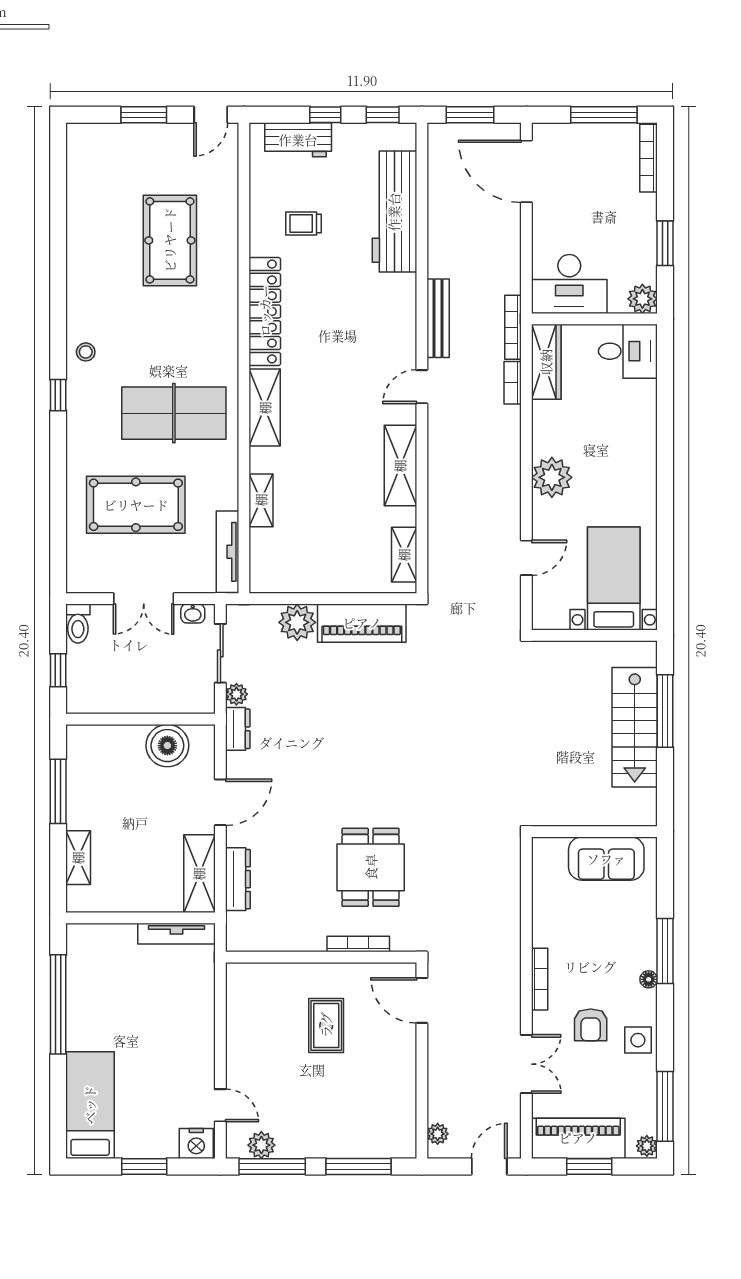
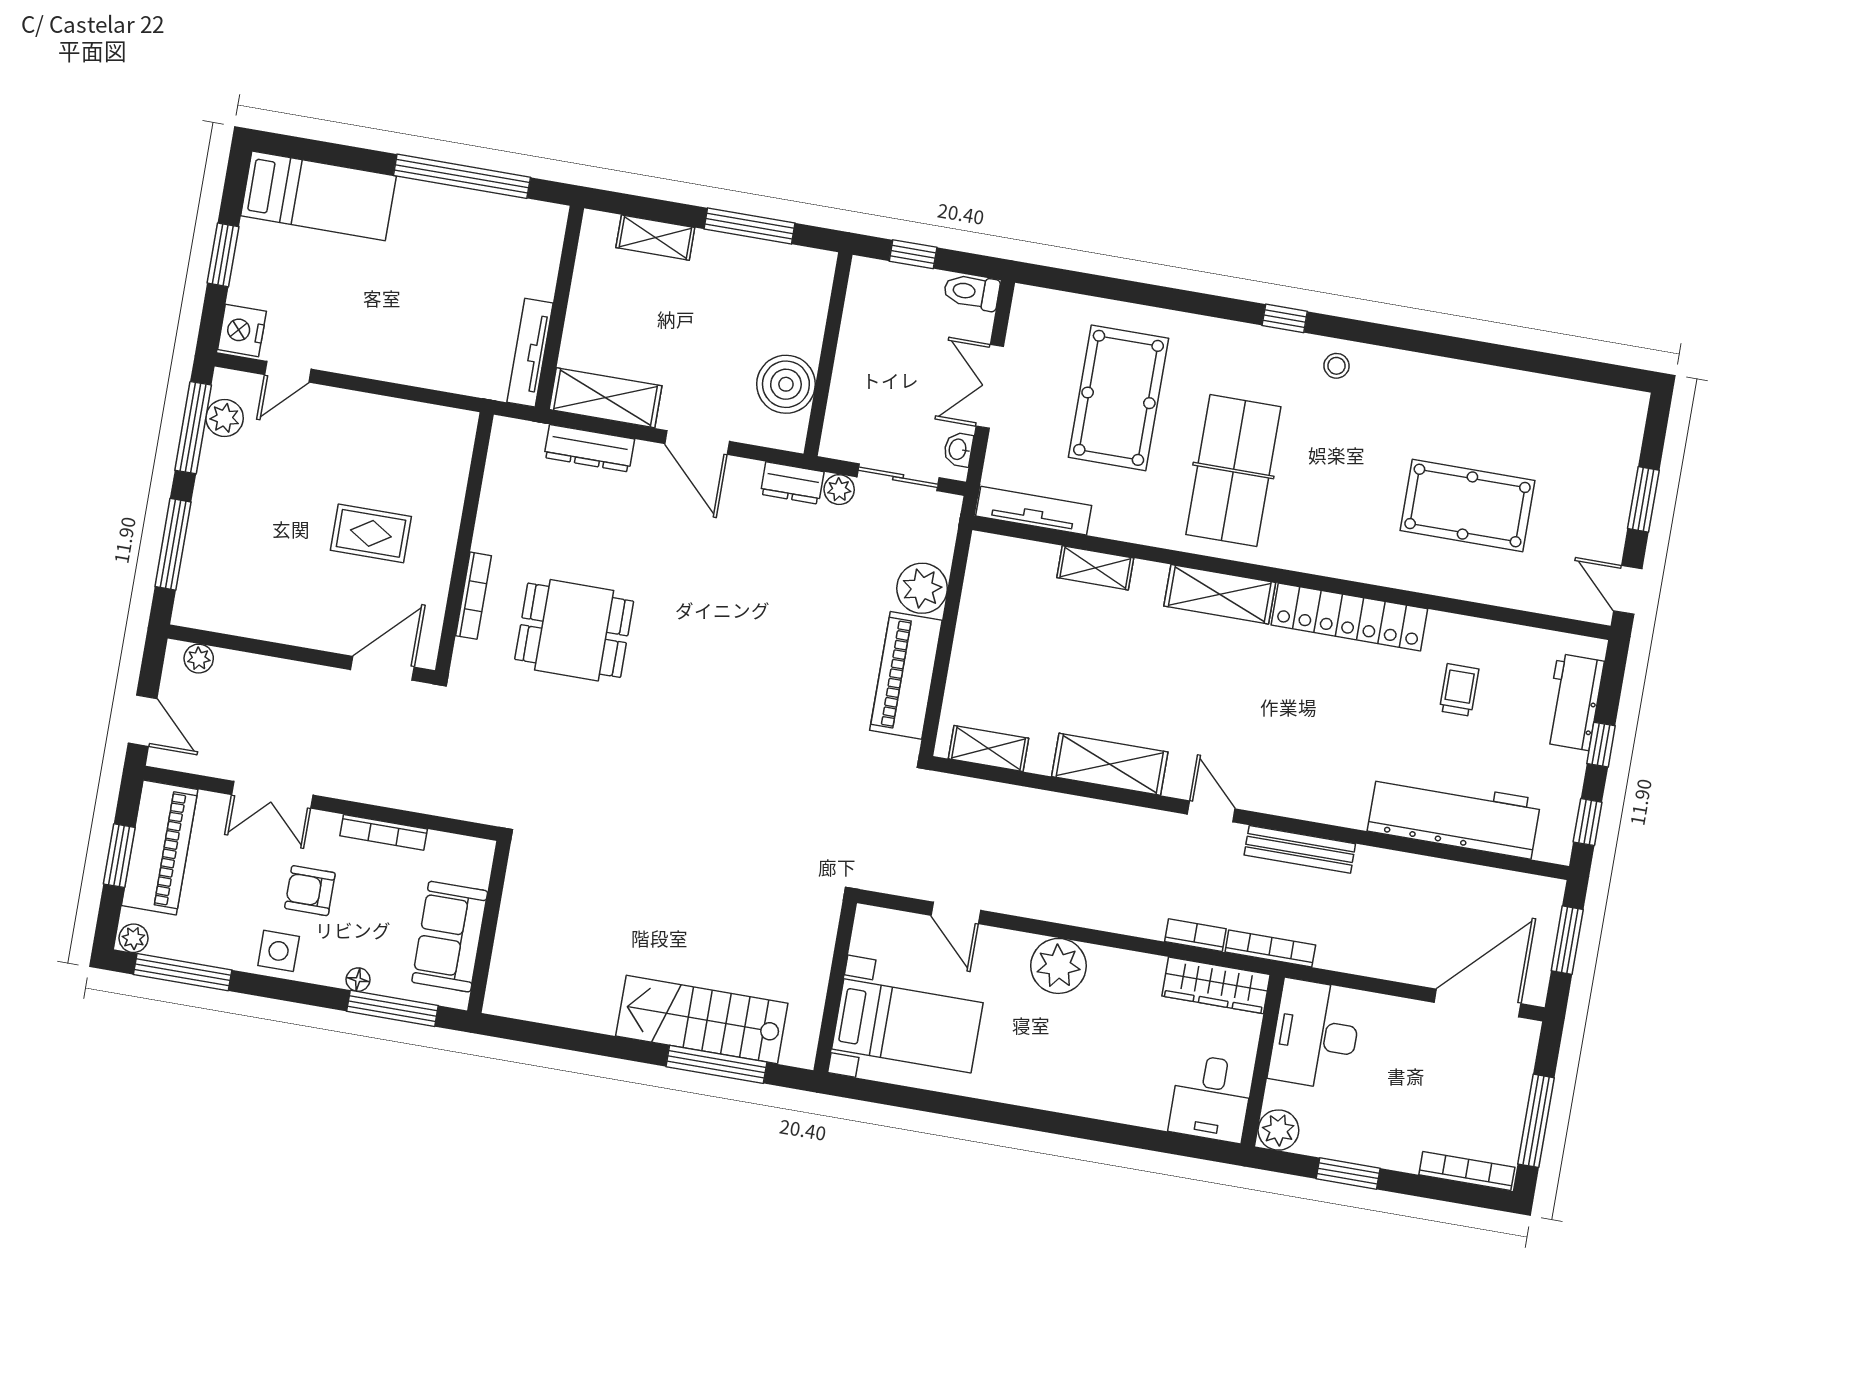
wall: (594, 832) -> (489, 927), moved
sofa: (606, 859) -> (450, 937), moved

